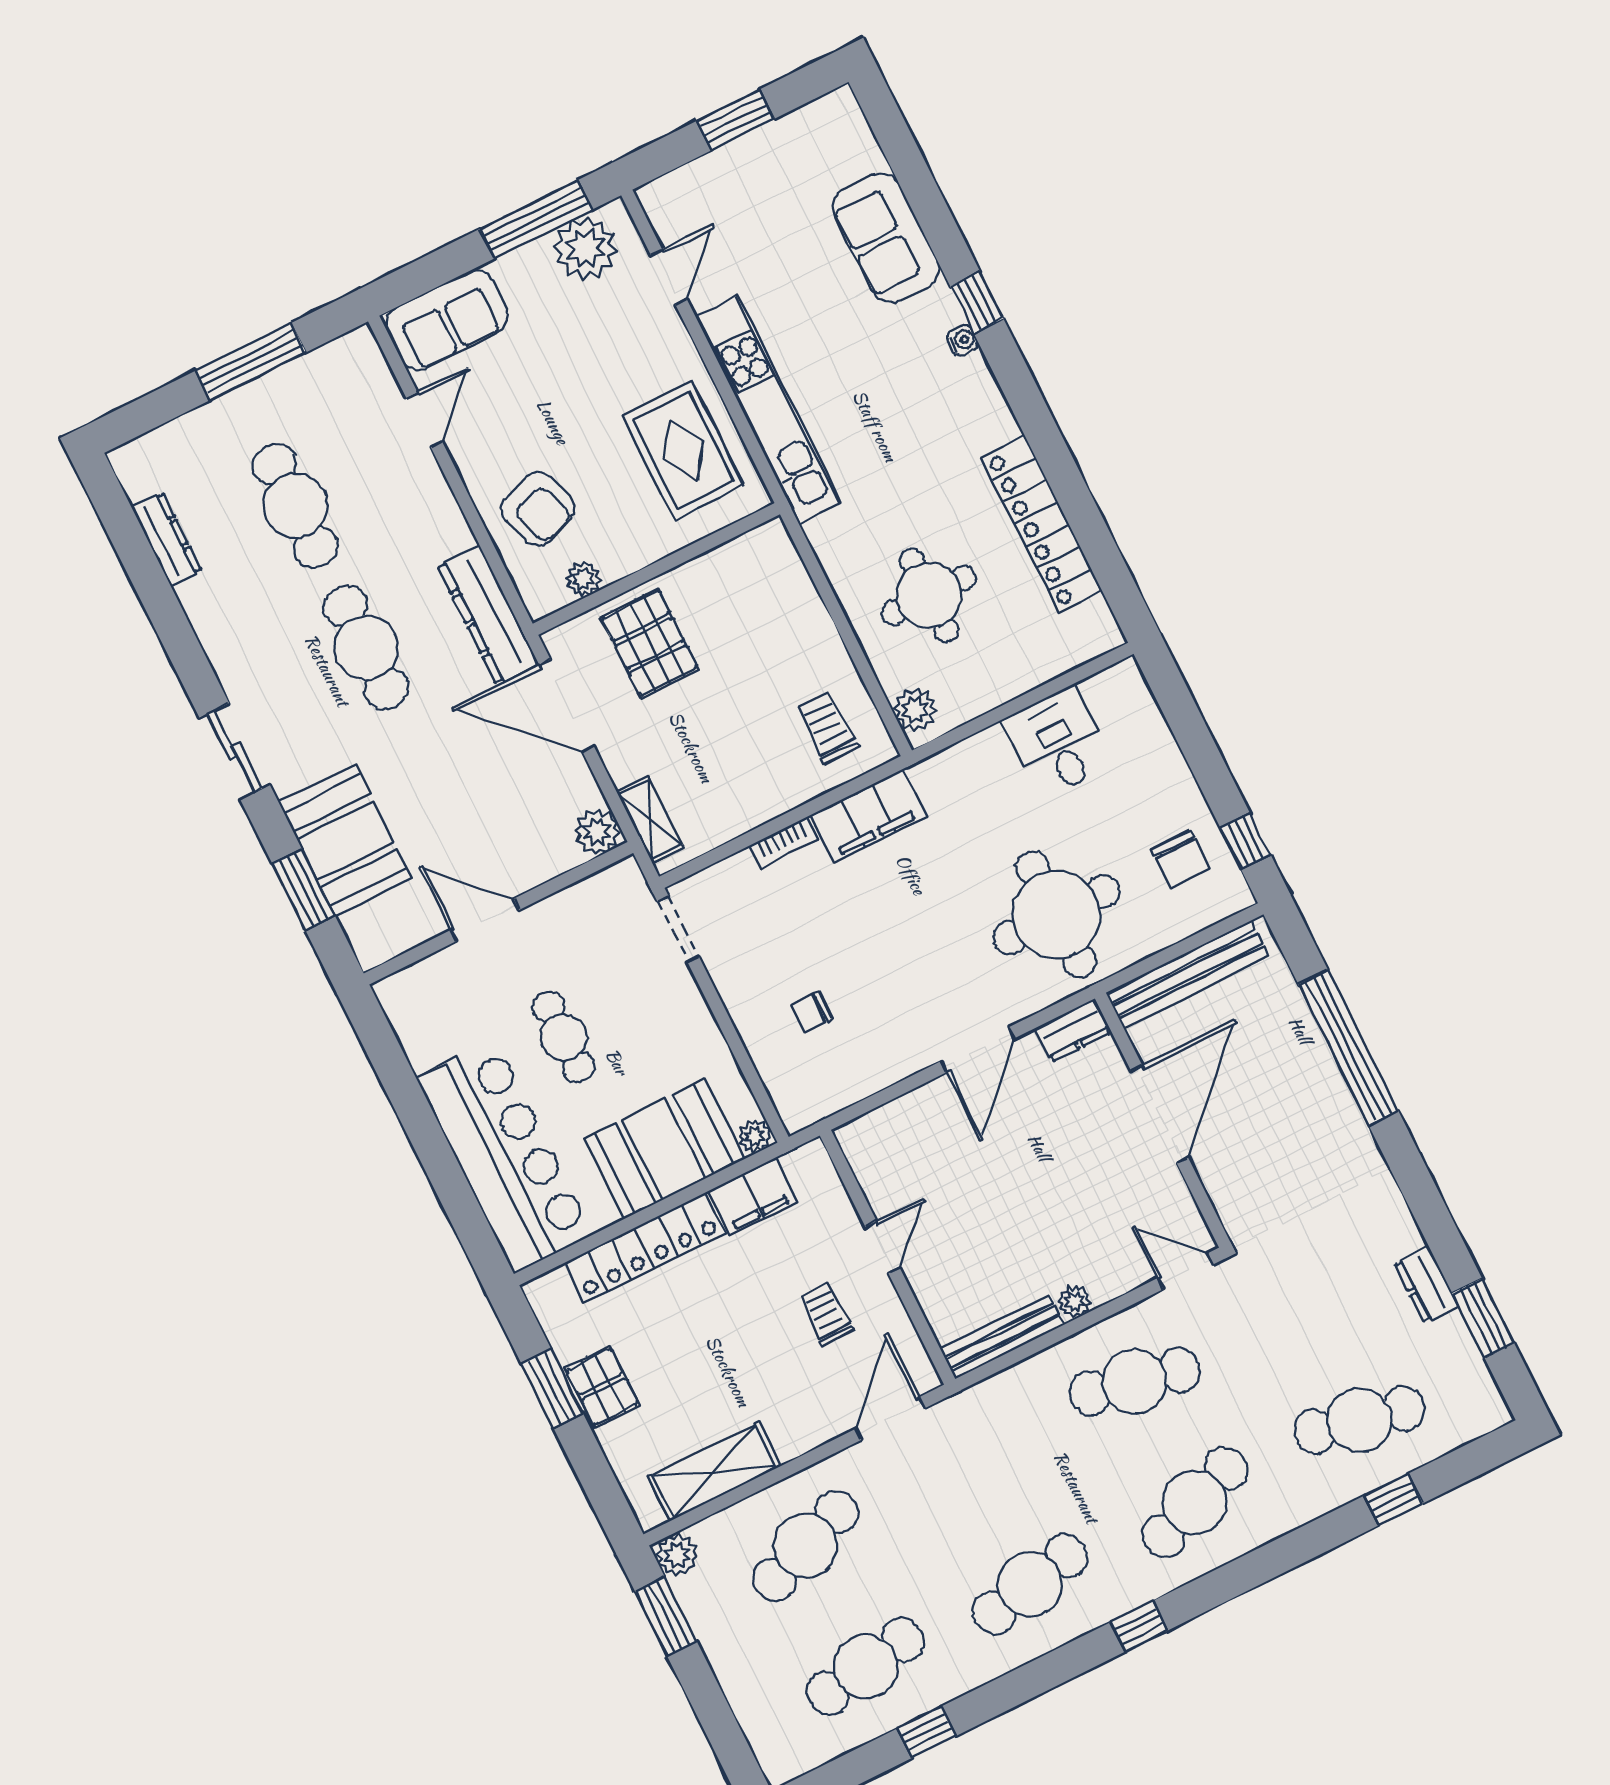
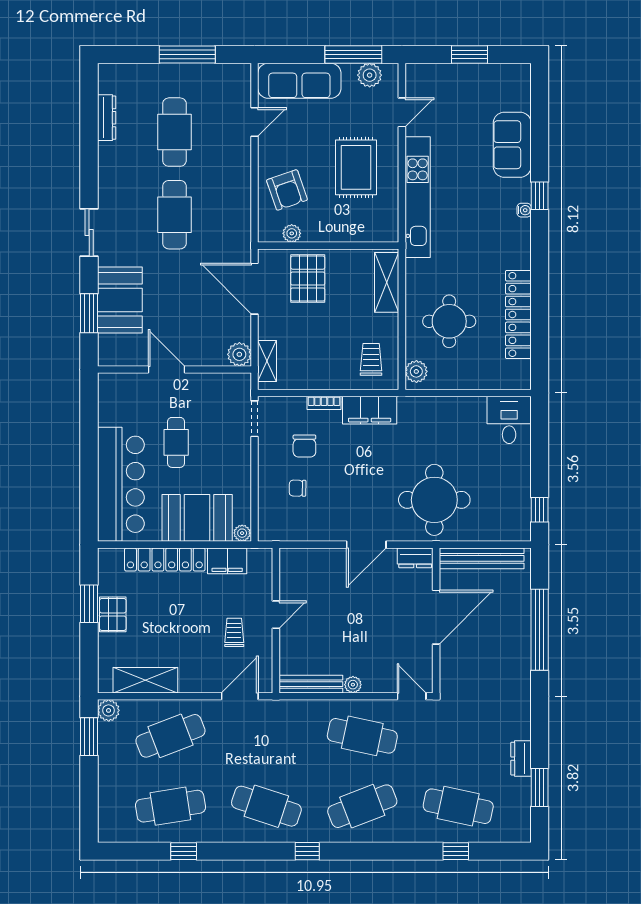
plant: (585, 248) -> (370, 75), width x0.73, depth x0.73
sofa: (447, 320) -> (299, 81), width x1.36
rug: (683, 450) -> (356, 167), moved
shelving: (788, 582) -> (387, 282), added
dresser: (488, 615) -> (239, 228), removed
desk: (1058, 743) -> (509, 420), moved
chair: (1180, 859) -> (304, 446), moved
cafe table: (1030, 1584) -> (266, 806), turned 30

